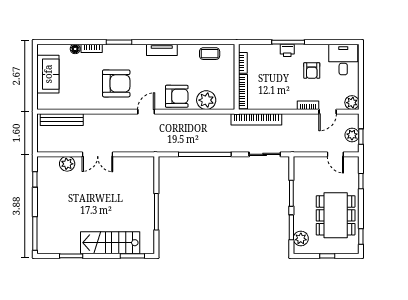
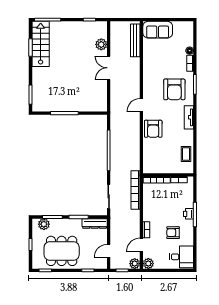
sofa: (48, 74) -> (158, 30), moved
armchair: (116, 83) -> (174, 89), moved
plant: (206, 100) -> (150, 151), removed
door: (146, 112) -> (141, 105), swing flipped
door: (328, 112) -> (141, 245), hinge flipped
plant: (352, 135) -> (135, 264), moved
dresser: (300, 172) -> (95, 223), added
stairs: (110, 243) -> (41, 44), moved

